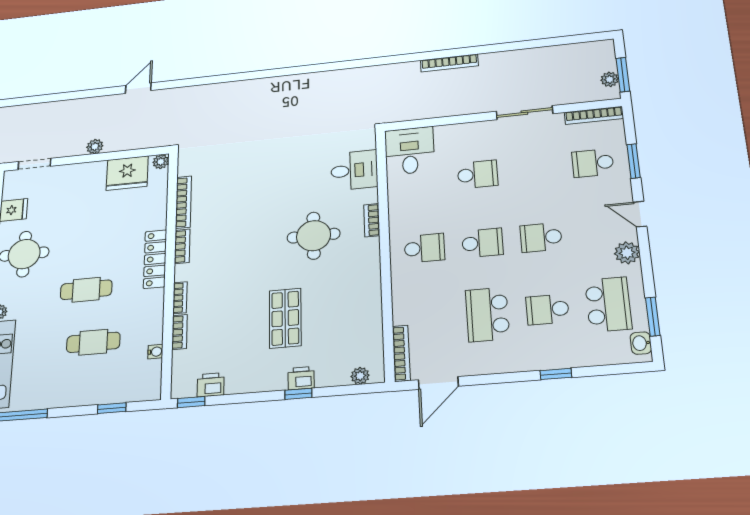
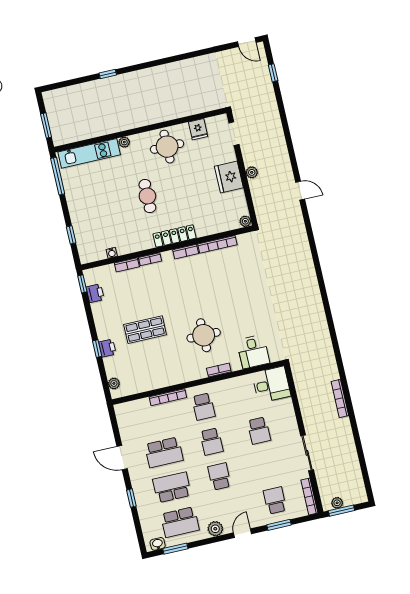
fridge: (127, 173) -> (229, 177), moved
school desk: (547, 309) -> (172, 487), width x1.85
school desk: (487, 314) -> (164, 452), turned 180
cafe table: (93, 342) -> (112, 211), removed
bookcase: (401, 353) -> (168, 397), moved
door: (438, 383) -> (122, 458), moved

